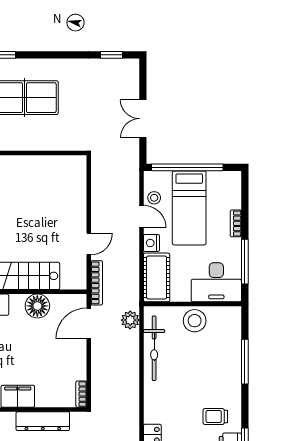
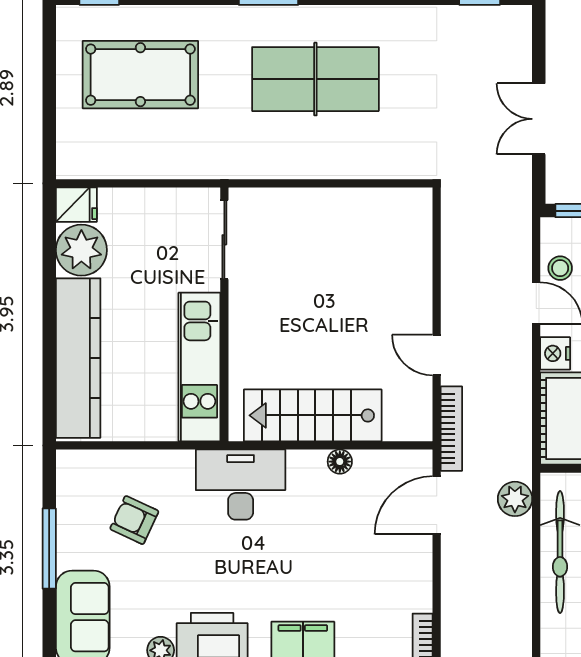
door: (89, 244) -> (437, 355), swing flipped
floor lamp: (37, 306) -> (340, 462), width x0.53, depth x0.53

